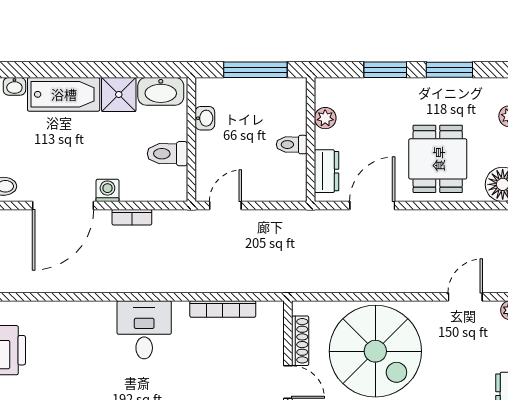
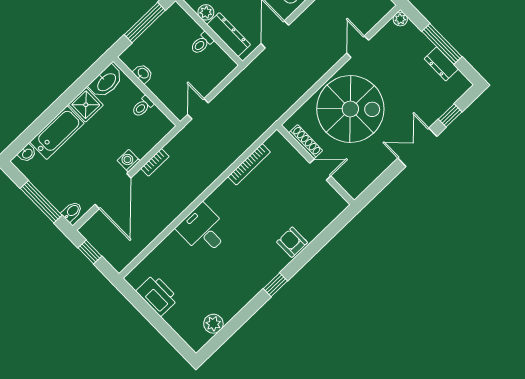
toilet: (167, 154) -> (143, 106), width x0.73, depth x0.72
dresser: (327, 171) -> (229, 35), width x1.44
door: (465, 297) -> (358, 47), moved
desk: (144, 330) -> (203, 230), moved

